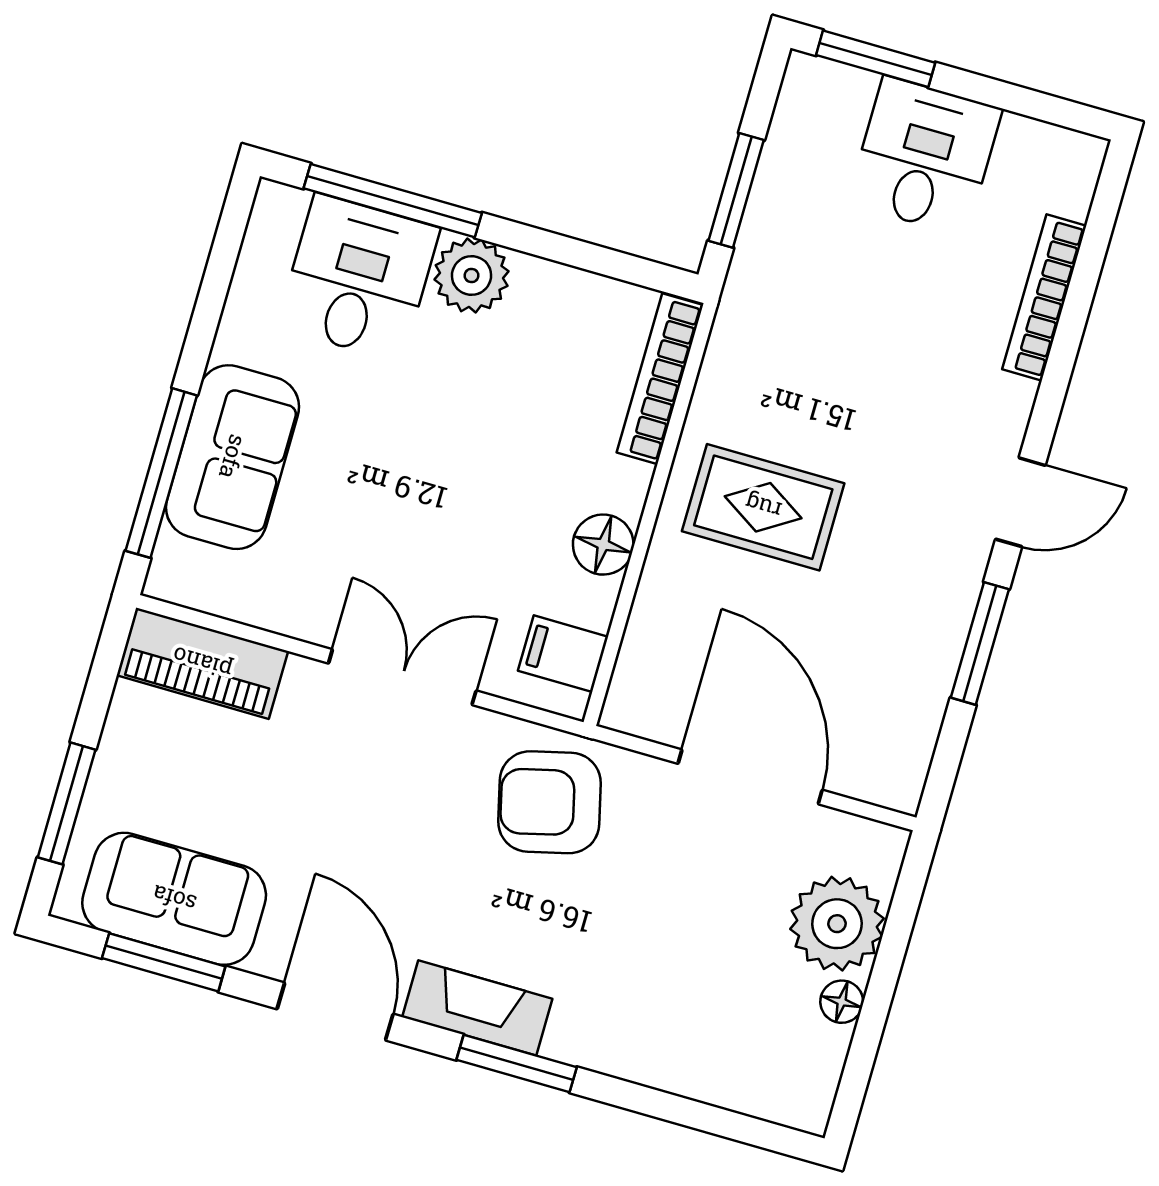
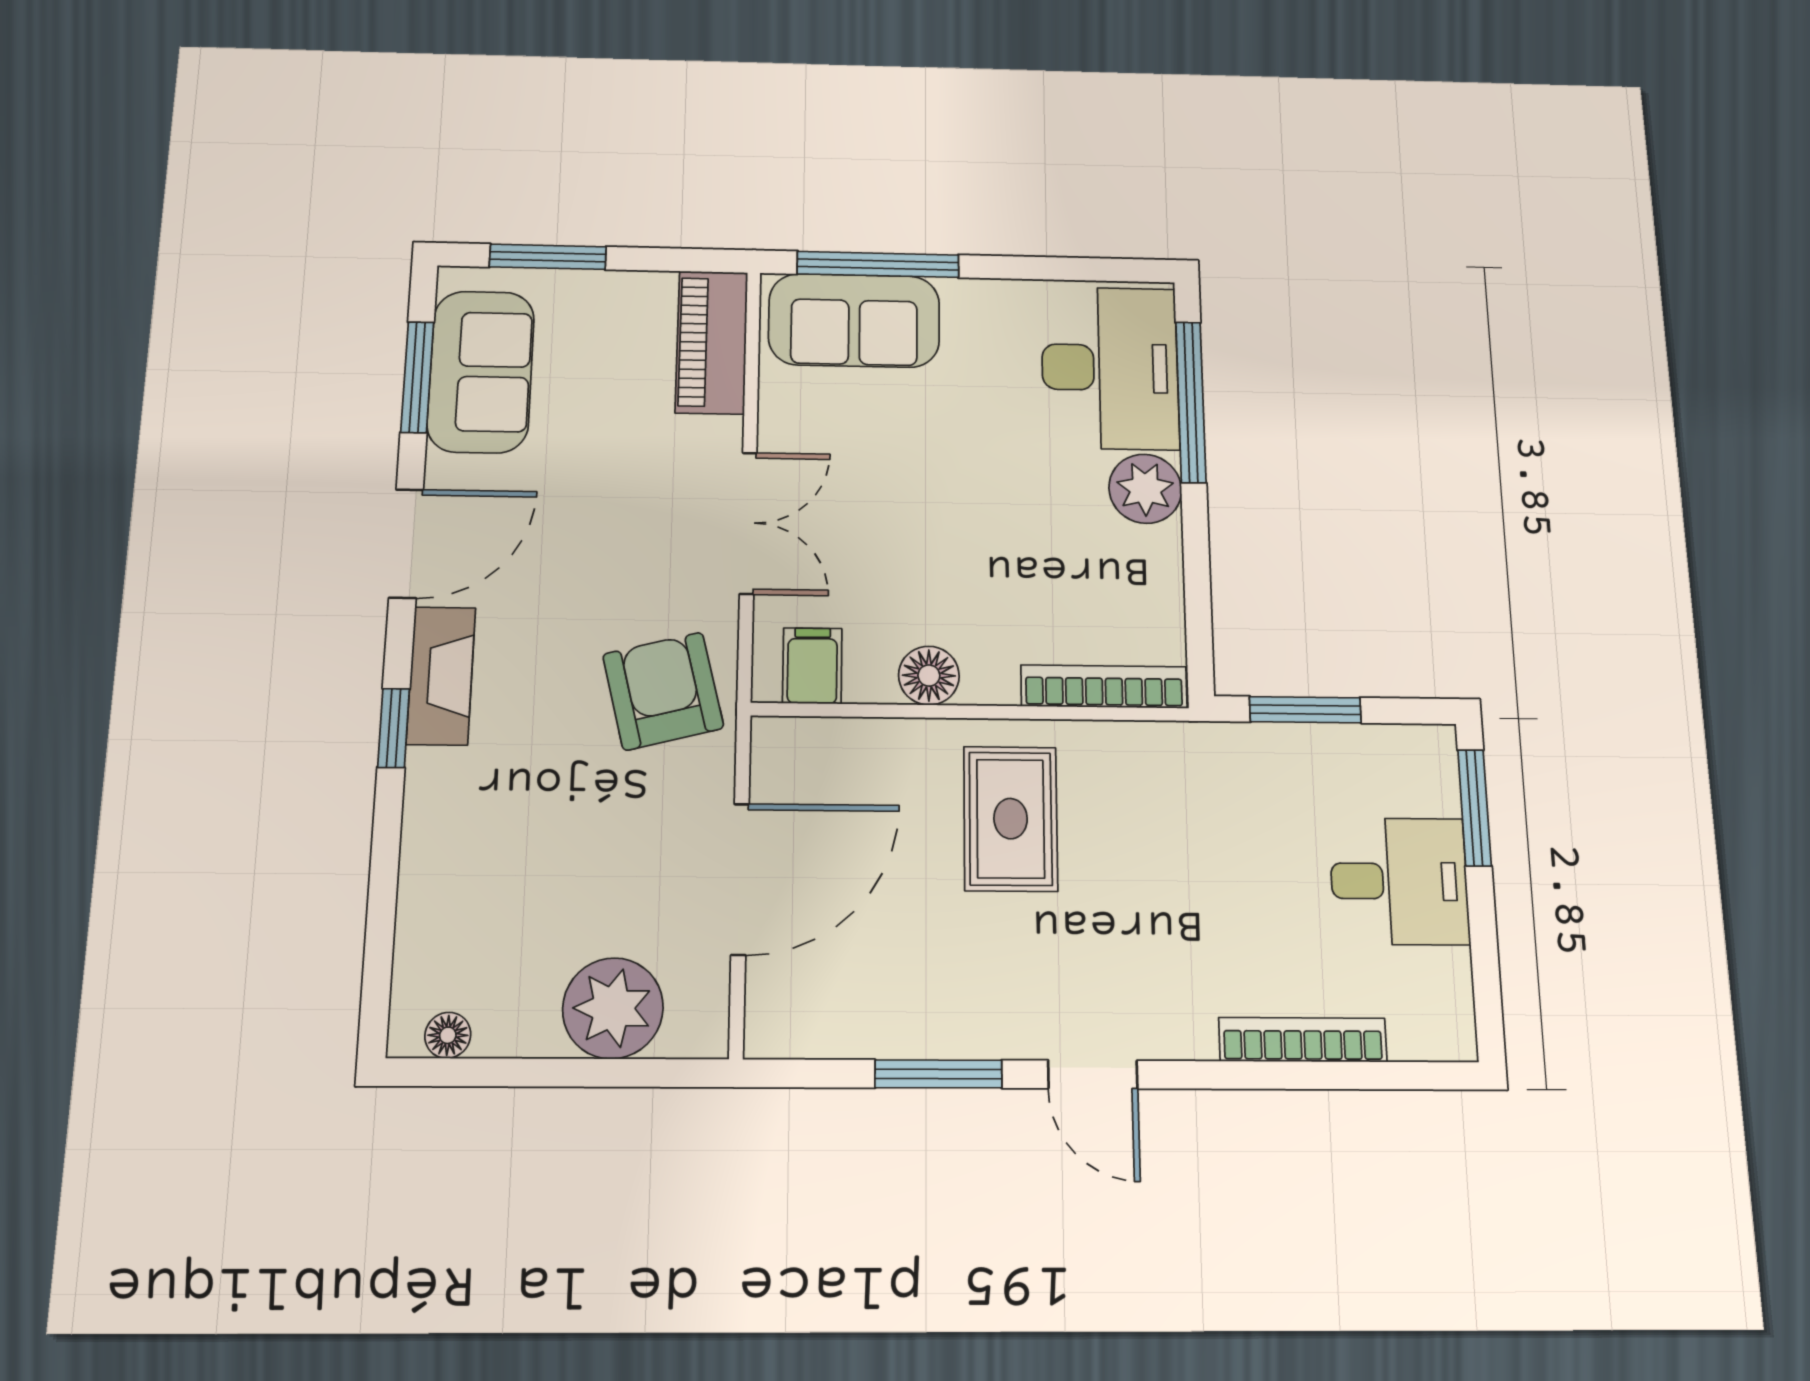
desk: (358, 278) -> (1110, 368), width x1.37
sofa: (233, 457) -> (854, 320), moved
floor lamp: (842, 1002) -> (448, 1035), moved
window: (517, 1064) -> (394, 728), width x0.67

